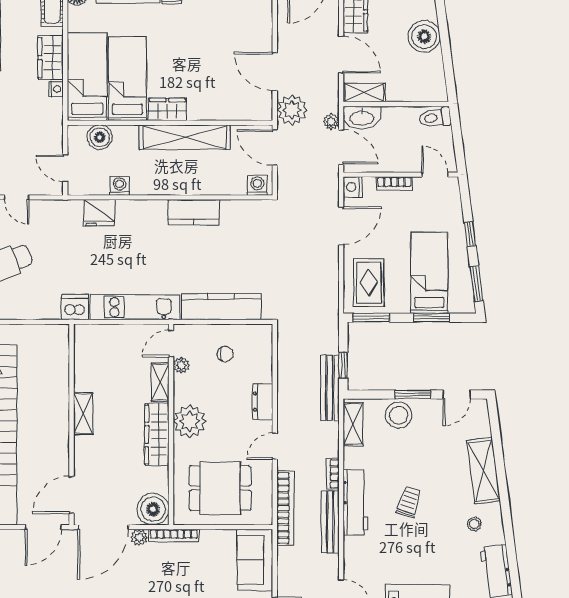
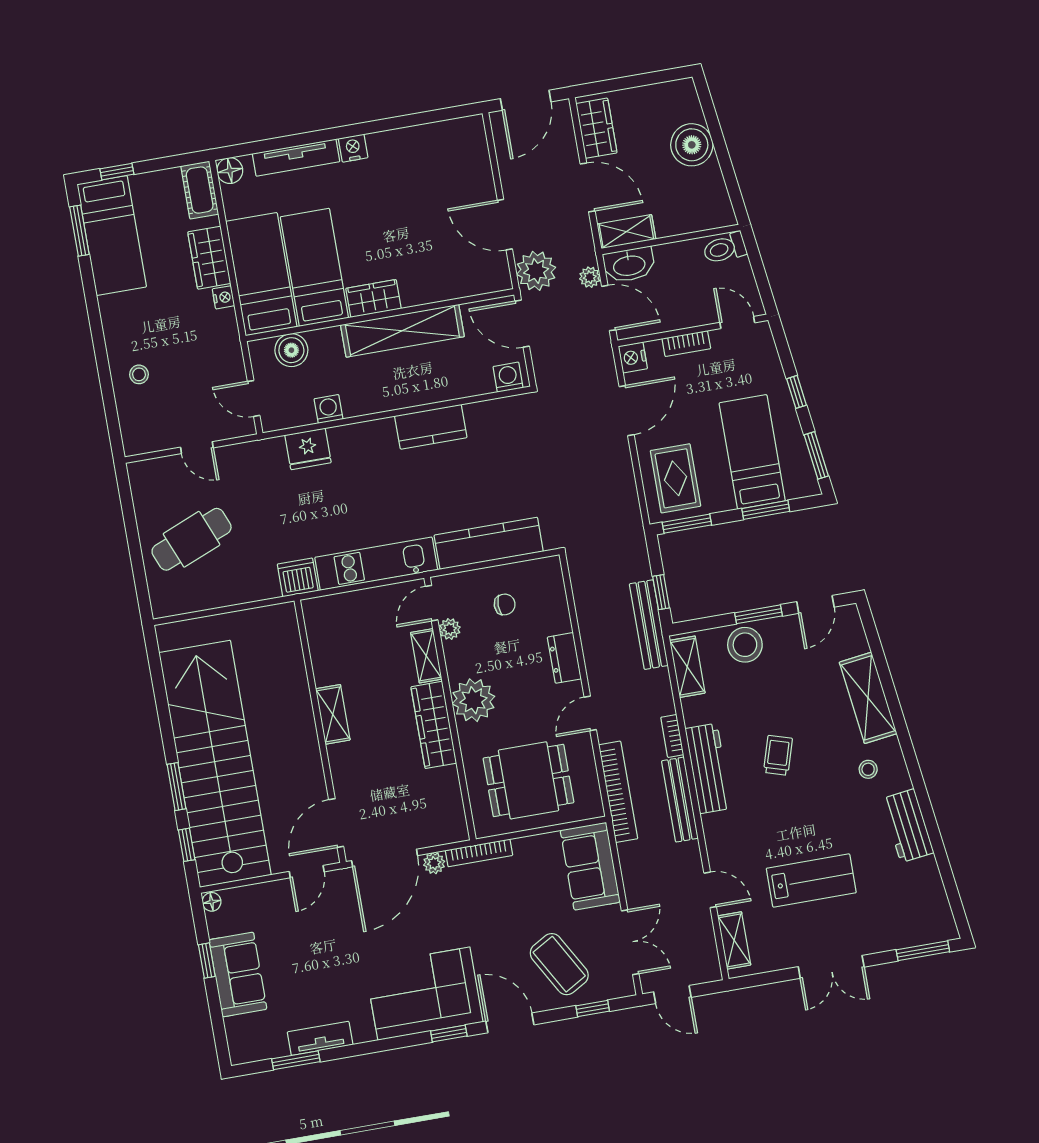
boiler: (153, 509) -> (446, 823), removed
door: (43, 527) -> (307, 872), width x0.73

